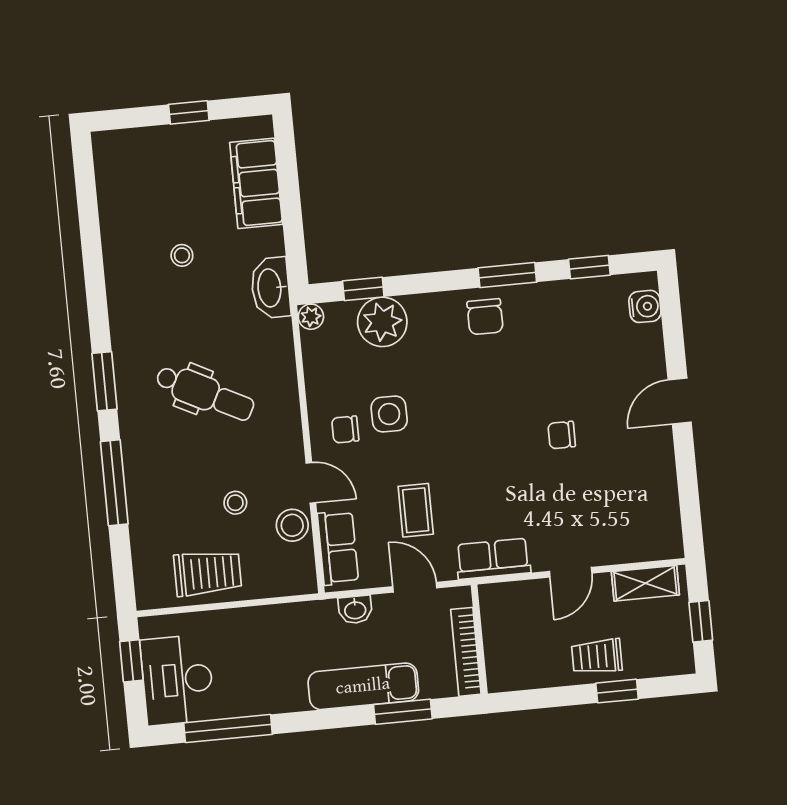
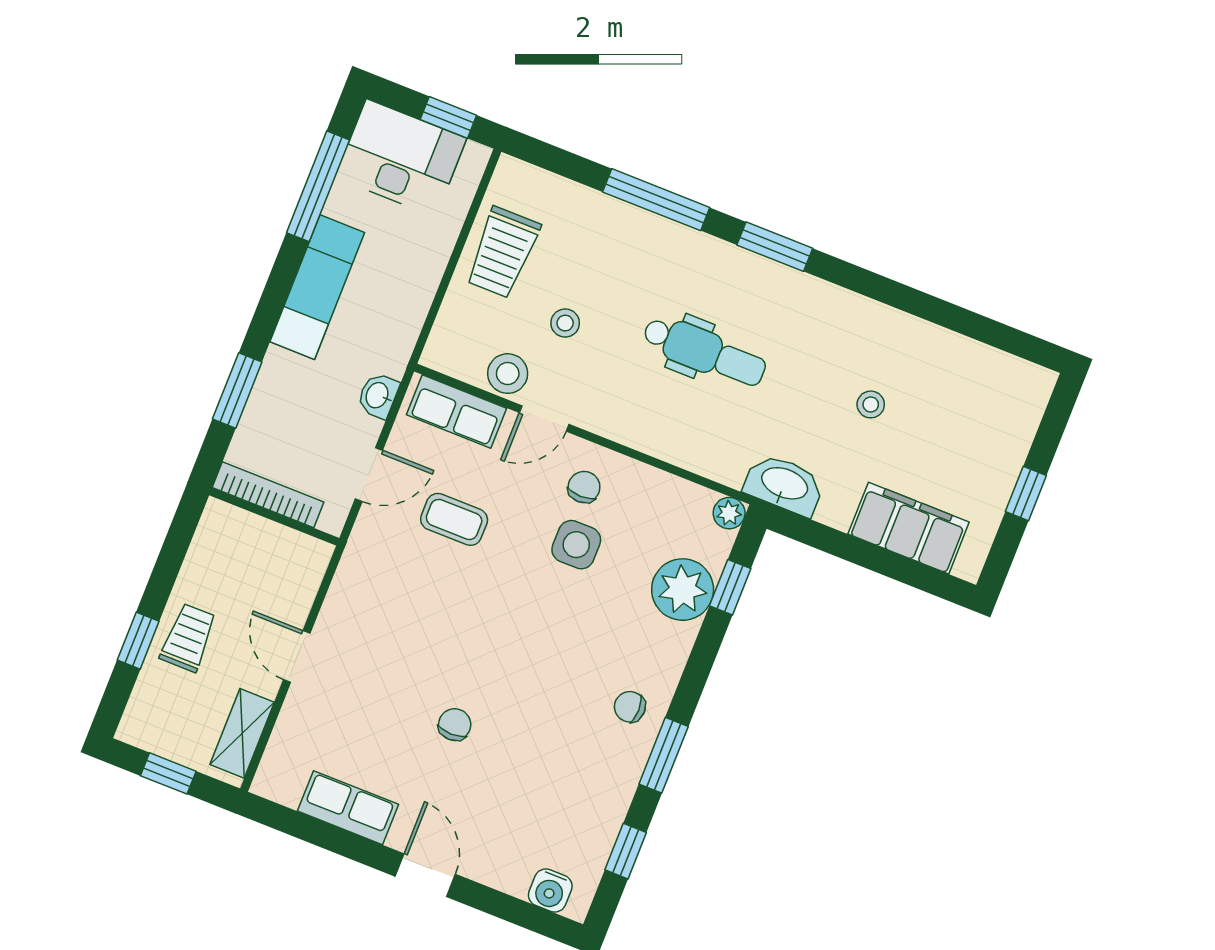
chair: (485, 317) -> (630, 707), width x0.73, depth x0.73
dental chair: (205, 393) -> (704, 352), turned -117
row of seats: (493, 559) -> (348, 808), moved, turned -90
exam couch: (363, 686) -> (317, 287), moved

